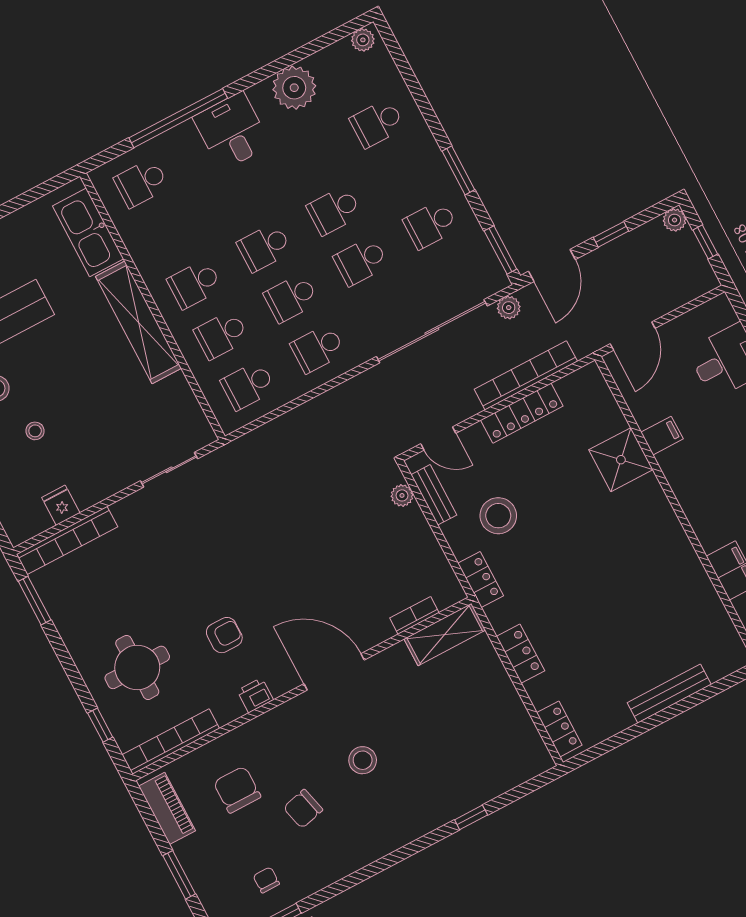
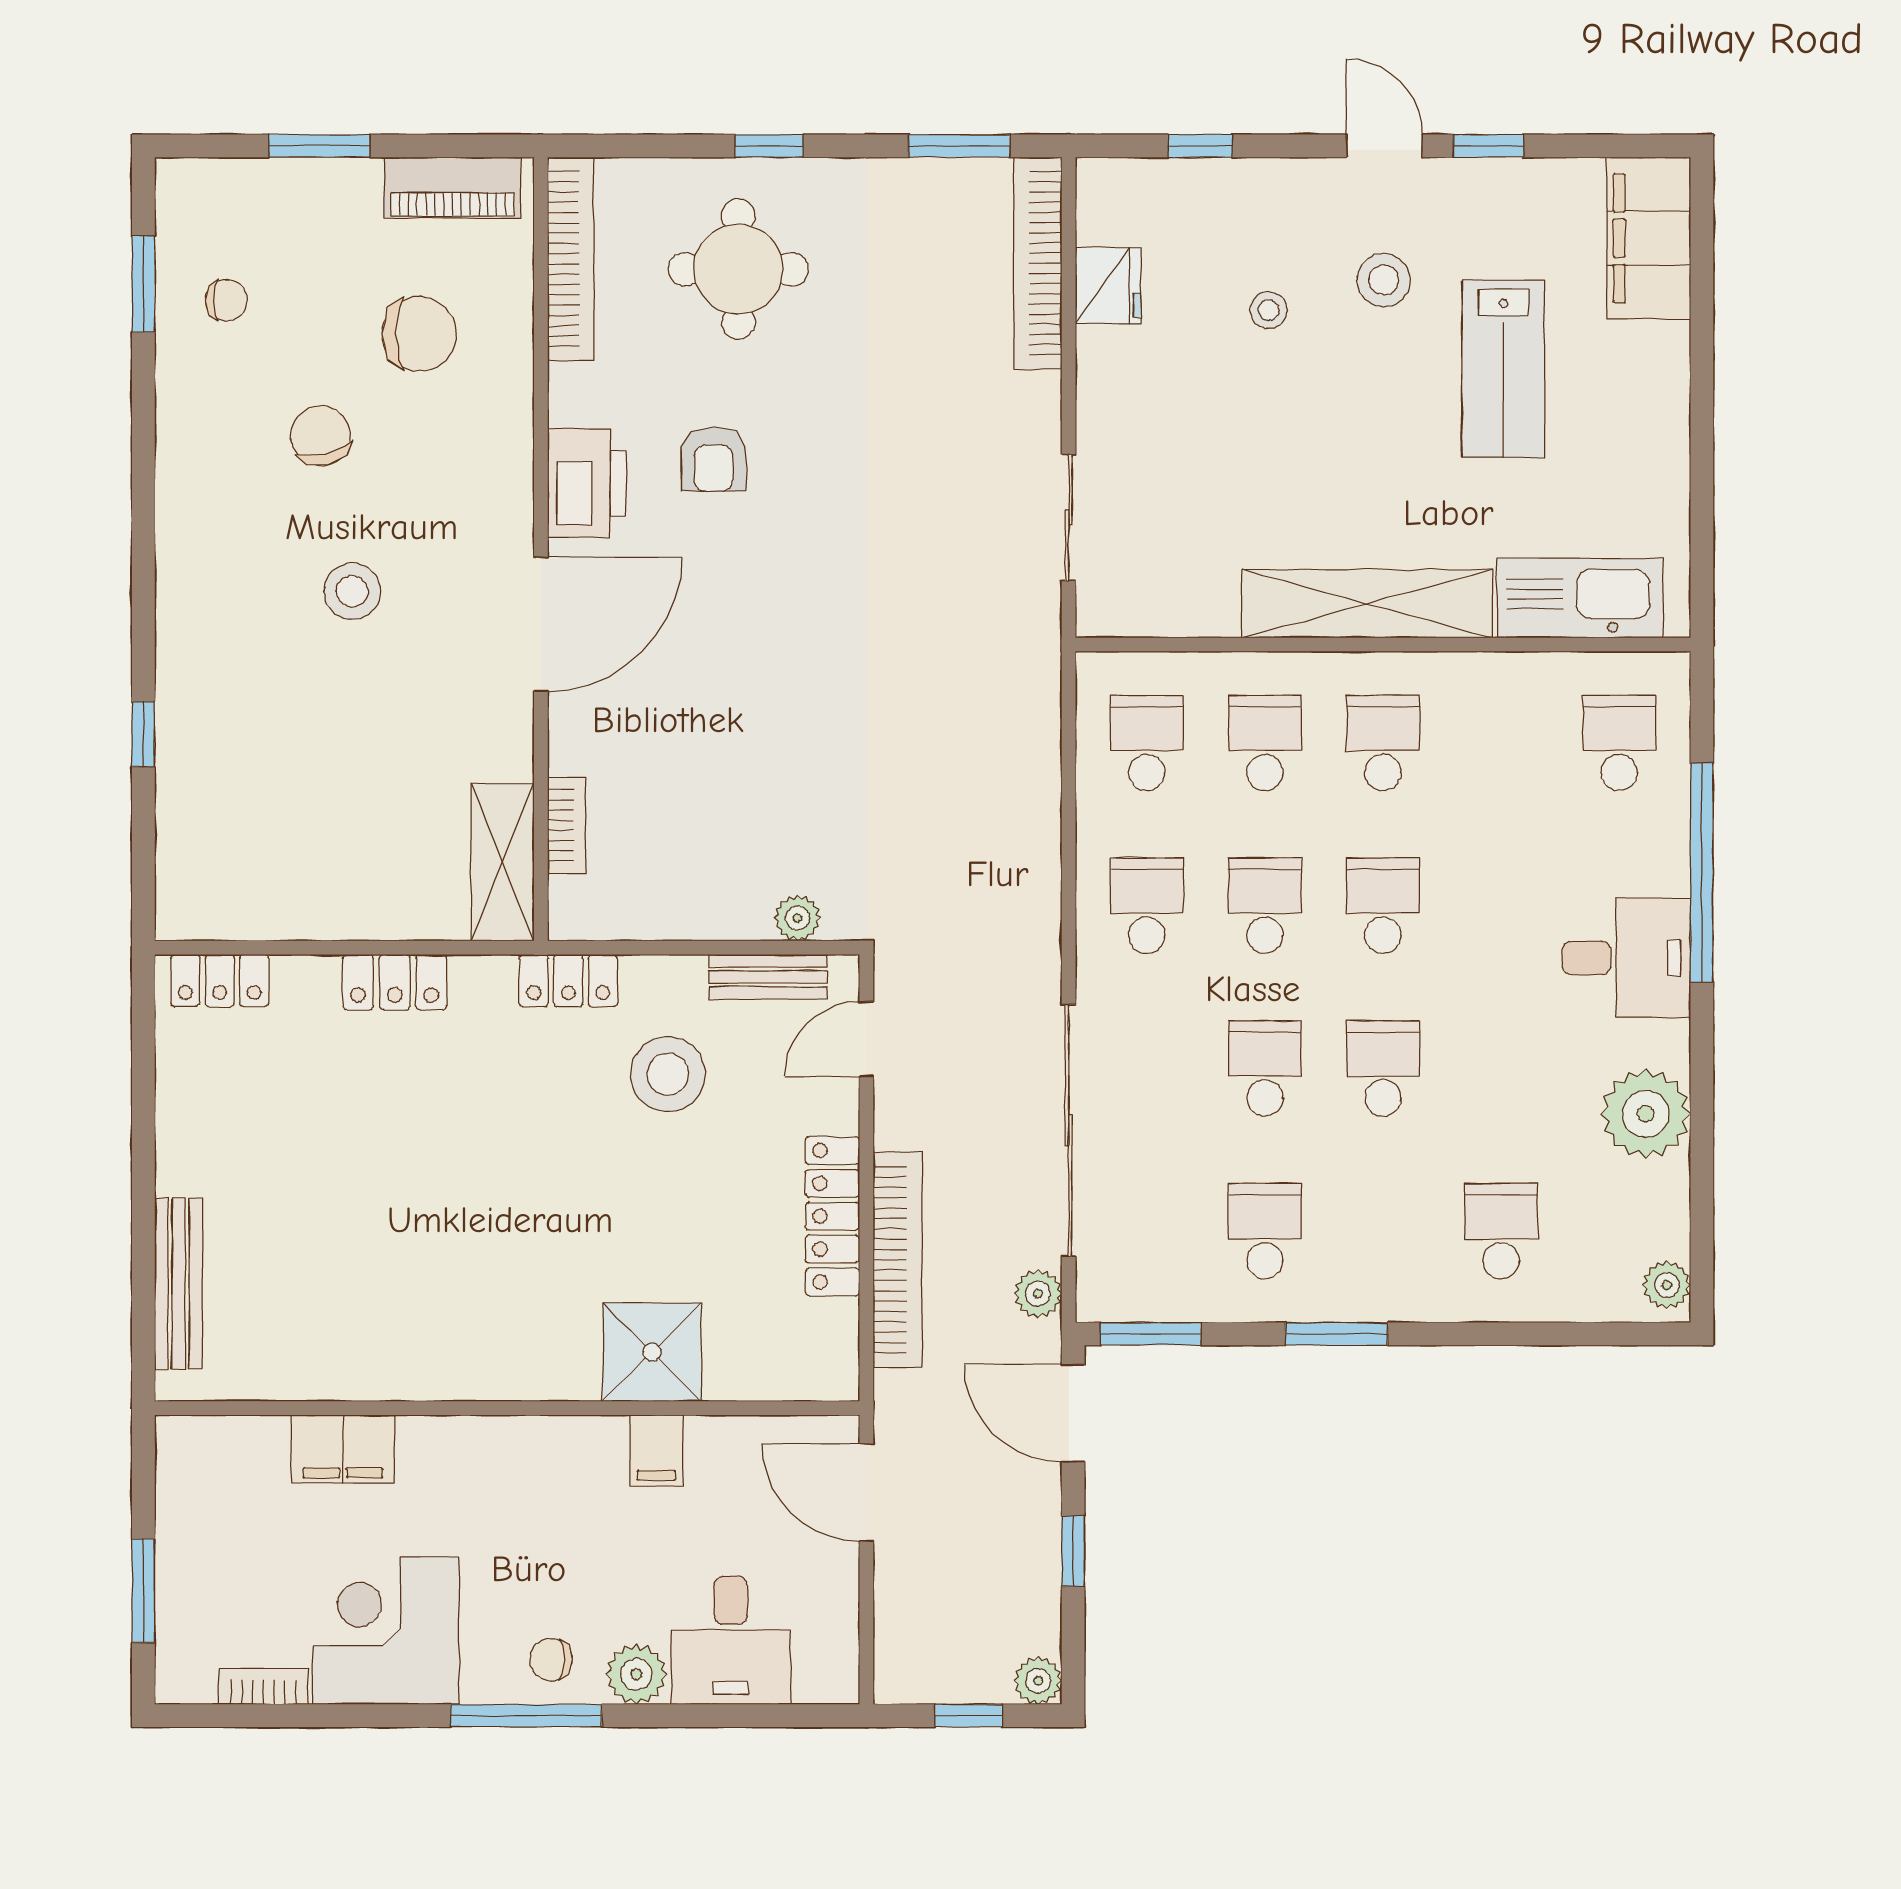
fridge: (61, 505) -> (1108, 286), width x1.38
bench: (669, 694) -> (179, 1284), moved
printer: (255, 695) -> (587, 483), width x1.87, depth x1.48
window: (100, 725) -> (769, 146), moved

